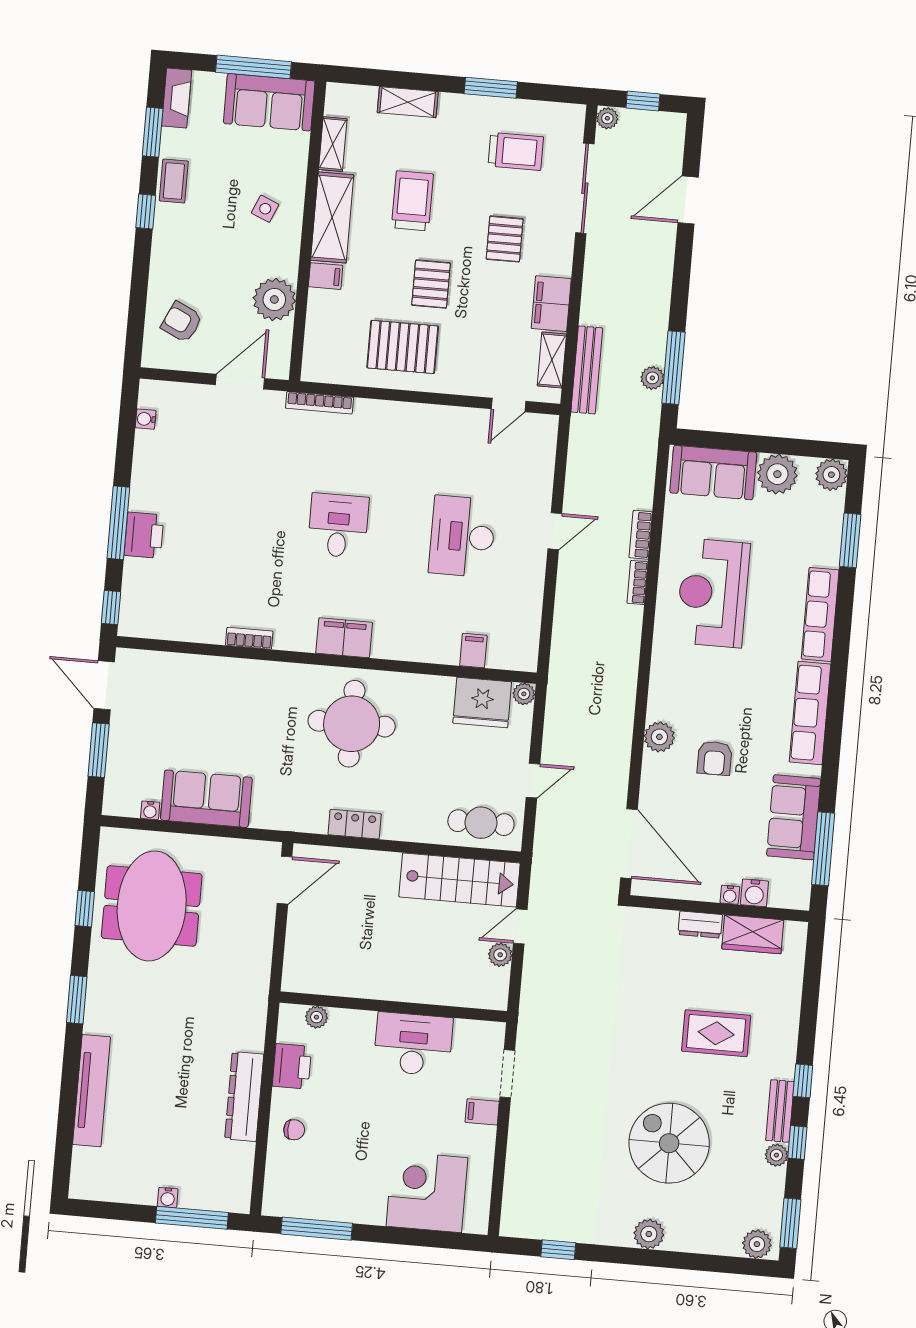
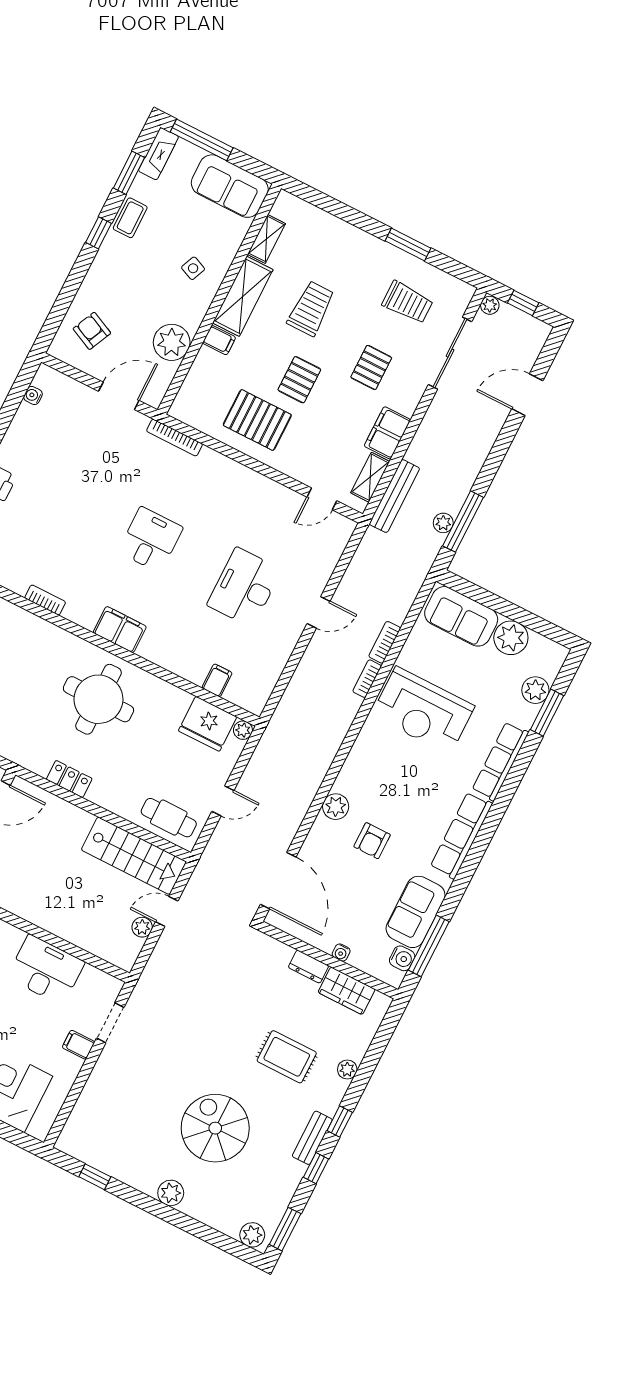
window: (253, 67) -> (202, 140), moved
shelving: (408, 102) -> (338, 230), removed
plant: (831, 475) -> (535, 690), moved
reception desk: (713, 593) -> (423, 711), turned -90
water cooler: (754, 893) -> (402, 958), moved, turned -90
plant: (776, 1155) -> (347, 1070), moved

